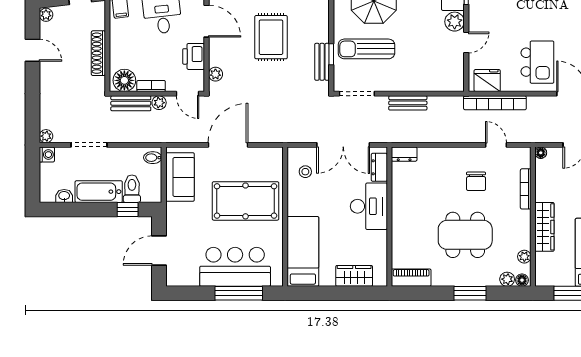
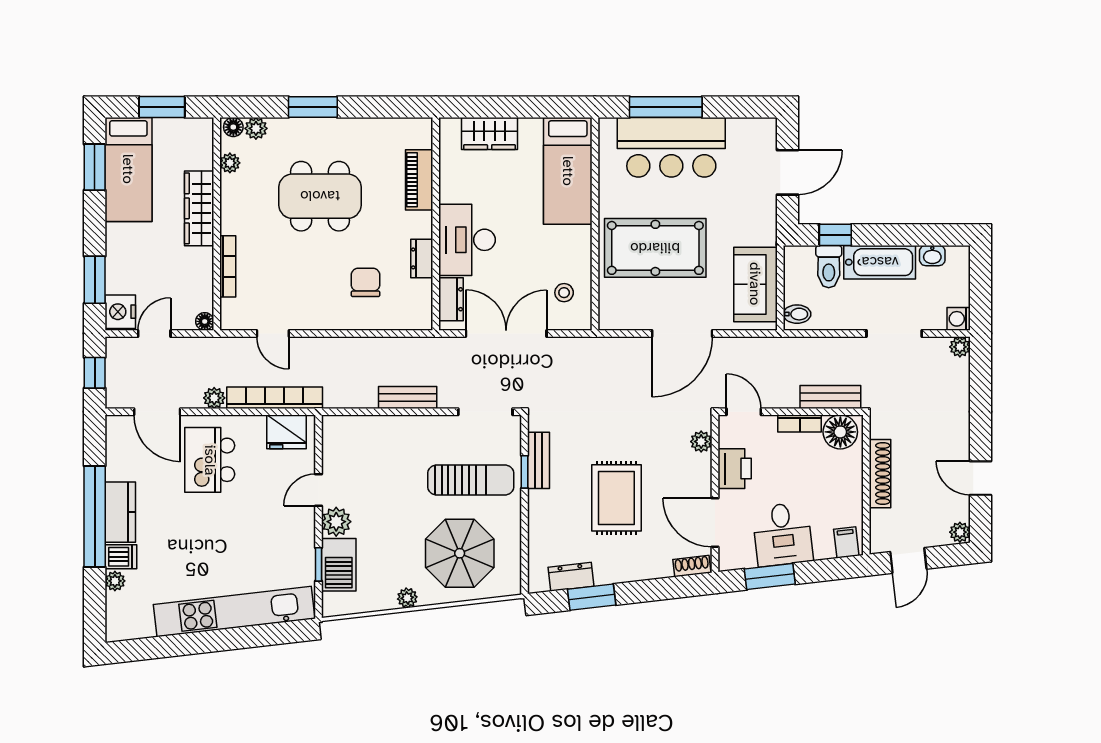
plant: (159, 103) -> (214, 398), moved
dresser: (404, 154) -> (422, 258), moved, turned -90
chair: (476, 181) -> (365, 282), moved
piano: (411, 278) -> (419, 180), moved, turned 90

